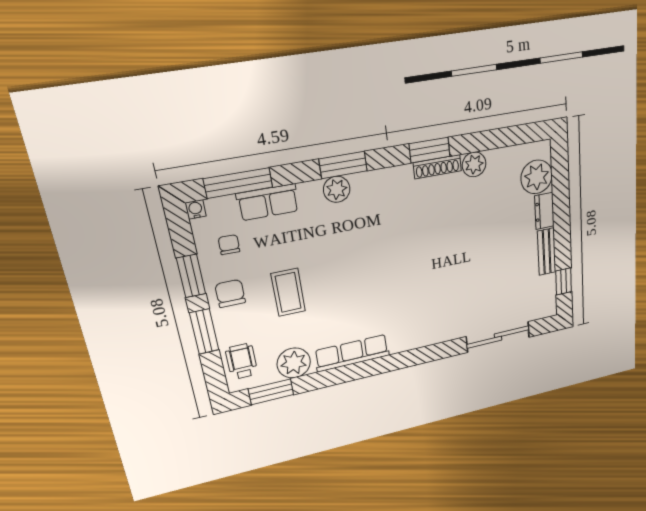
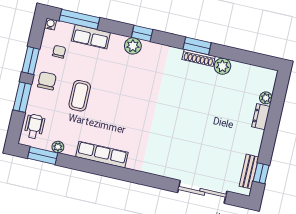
window: (343, 165) -> (142, 33), width x0.67
plant: (537, 177) -> (266, 98), width x0.53, depth x0.53
bench: (547, 252) -> (249, 172), moved
plant: (294, 363) -> (58, 147), width x0.53, depth x0.53

